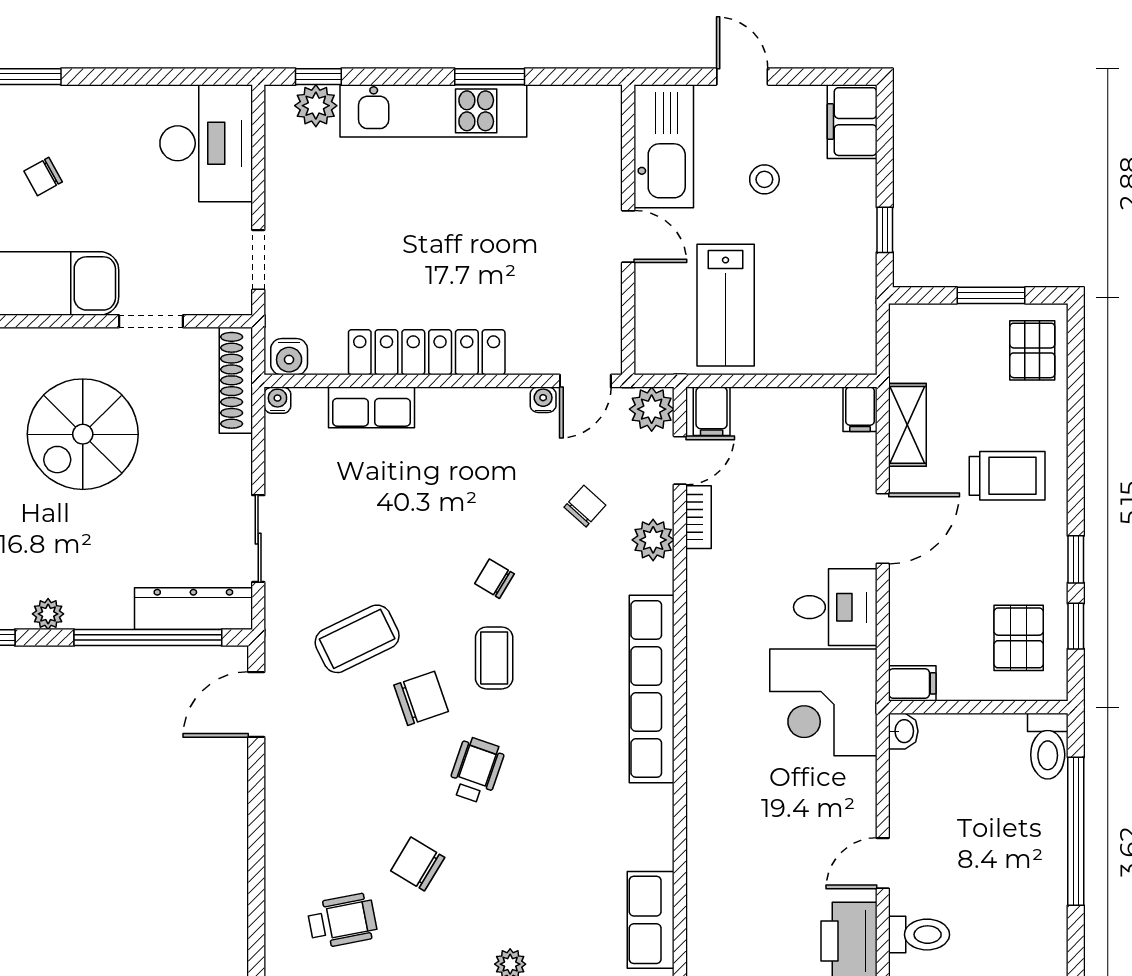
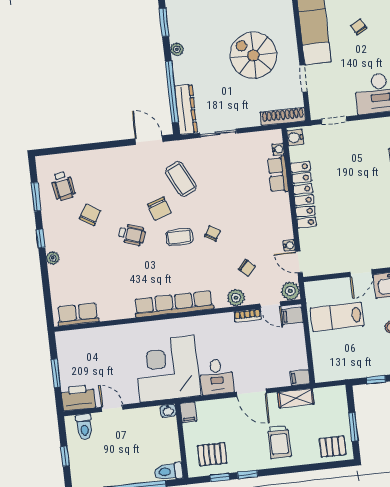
water cooler: (277, 400) -> (278, 149), moved
corner desk: (823, 702) -> (167, 369), width x1.36, depth x1.36

